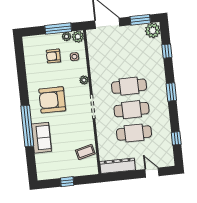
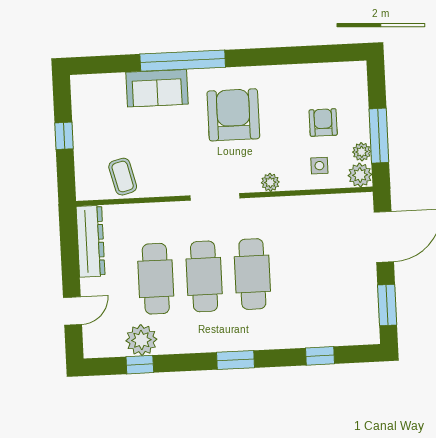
plant: (153, 30) -> (141, 340), moved

